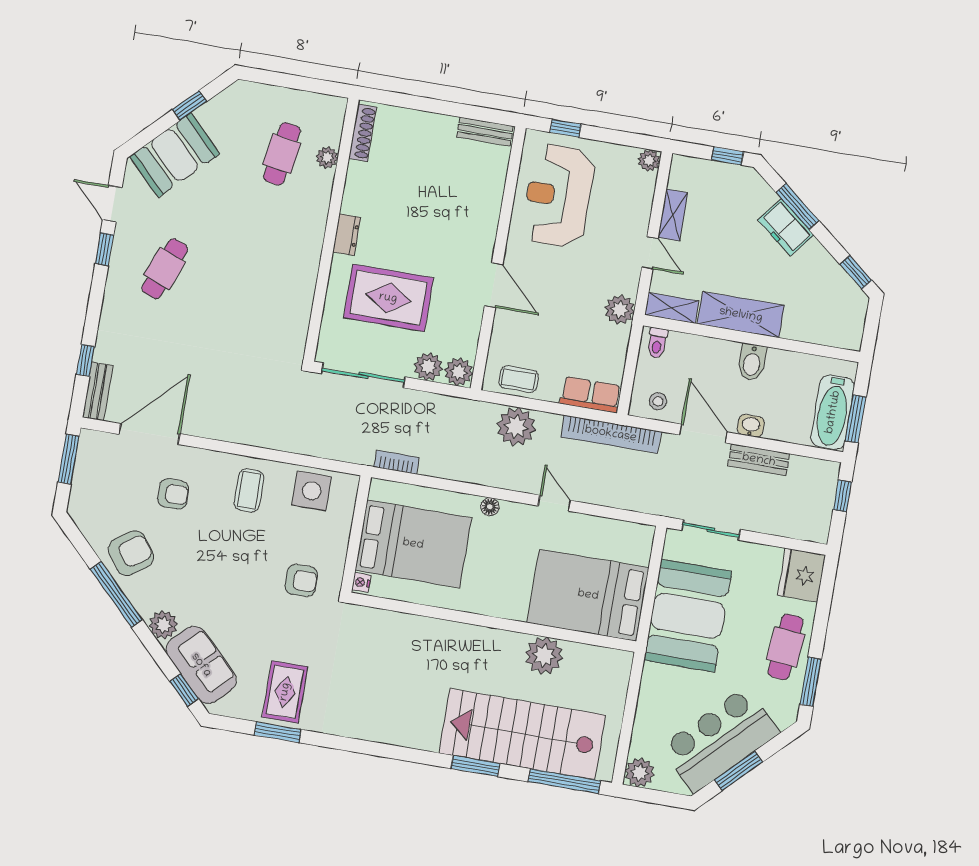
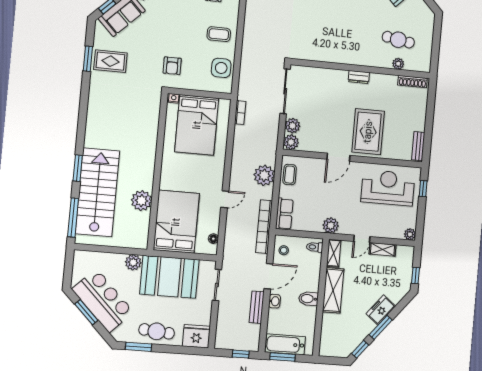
window: (798, 207) -> (381, 327), moved
rug: (388, 298) -> (368, 132), moved
floor lamp: (490, 507) -> (213, 239), moved
plant: (640, 772) -> (133, 262), moved

